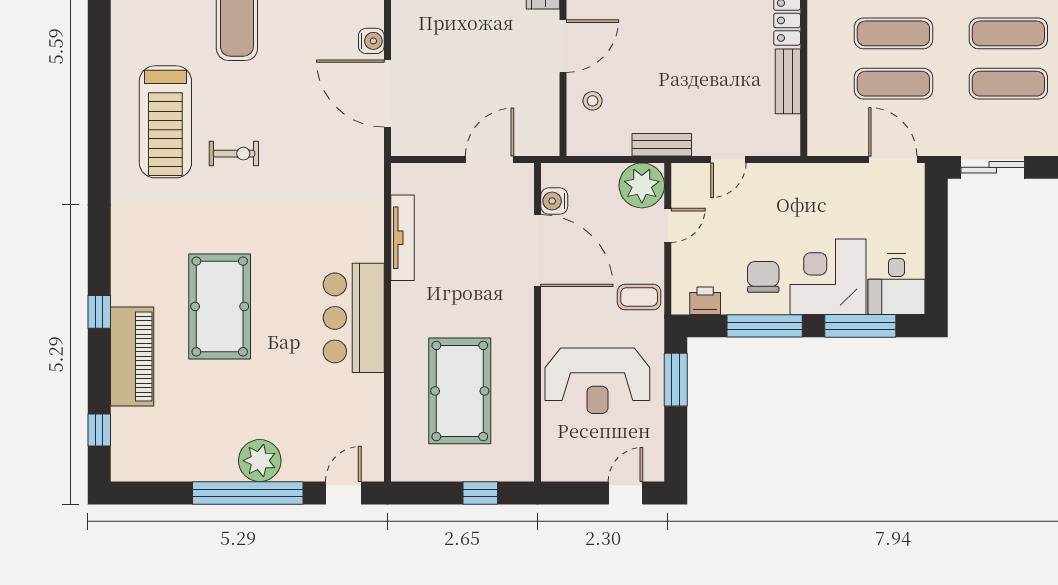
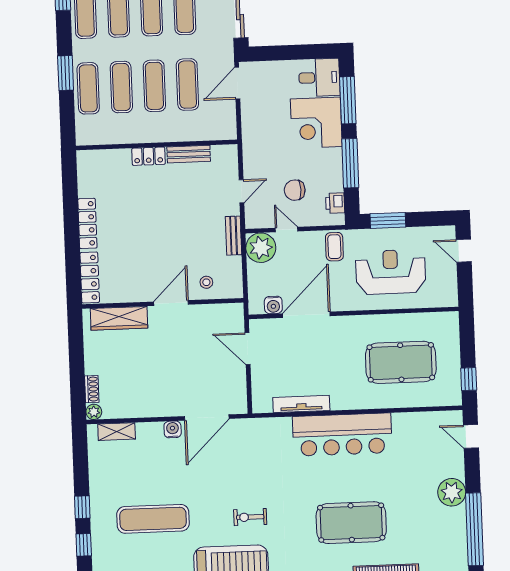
door: (563, 46) -> (171, 303), hinge flipped
exercise bike: (234, 154) -> (250, 517), turned -90
door: (728, 159) -> (242, 191), hinge flipped
chair: (763, 277) -> (295, 190), moved
bar counter: (354, 318) -> (342, 435), width x1.36
reception desk: (597, 381) -> (391, 272), turned -90
window: (248, 493) -> (474, 529), moved
window: (480, 493) -> (469, 379), moved

